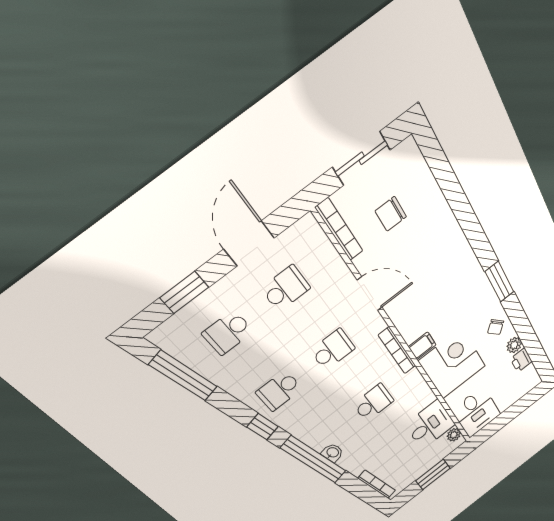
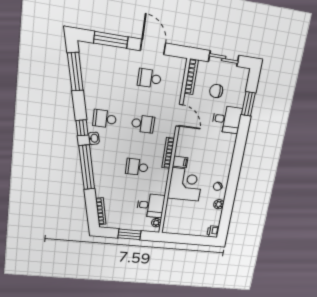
door: (249, 243) -> (153, 47), hinge flipped
window: (500, 282) -> (248, 104), moved
school desk: (286, 288) -> (149, 78), turned 180
window: (184, 293) -> (111, 40), width x1.44
school desk: (228, 333) -> (110, 72), removed
printer: (521, 360) -> (213, 231), moved
school desk: (373, 402) -> (137, 167), turned 180
desk: (476, 412) -> (227, 119), moved, turned -90
washbasin: (332, 453) -> (94, 138), moved

